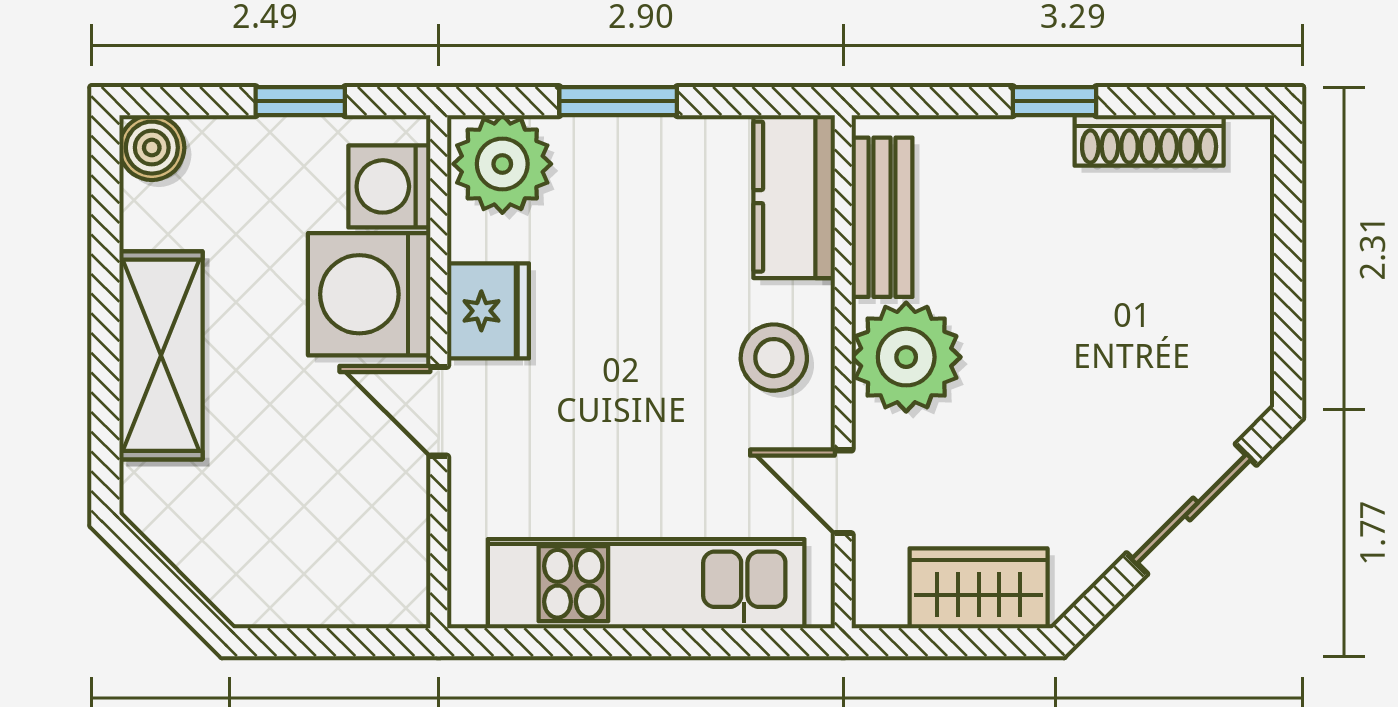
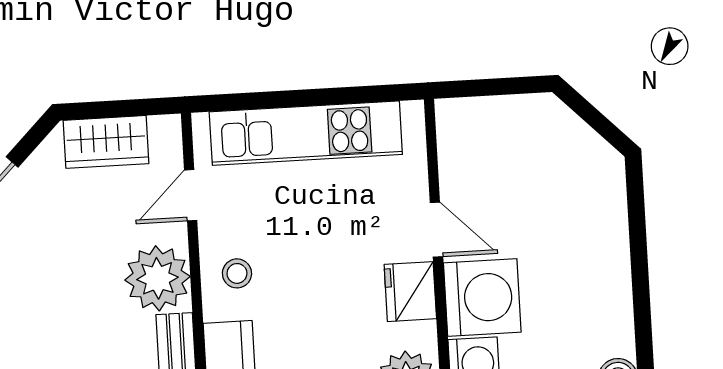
shelving: (161, 355) -> (605, 254), removed
stool: (774, 358) -> (237, 273), width x0.73, depth x0.73
door: (843, 492) -> (191, 195), swing flipped

